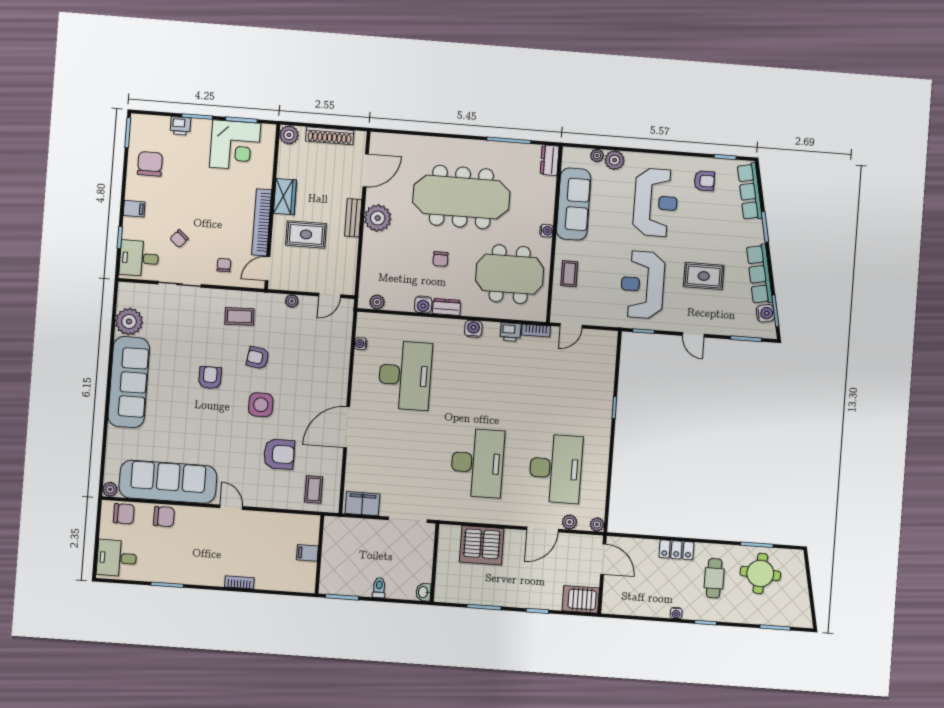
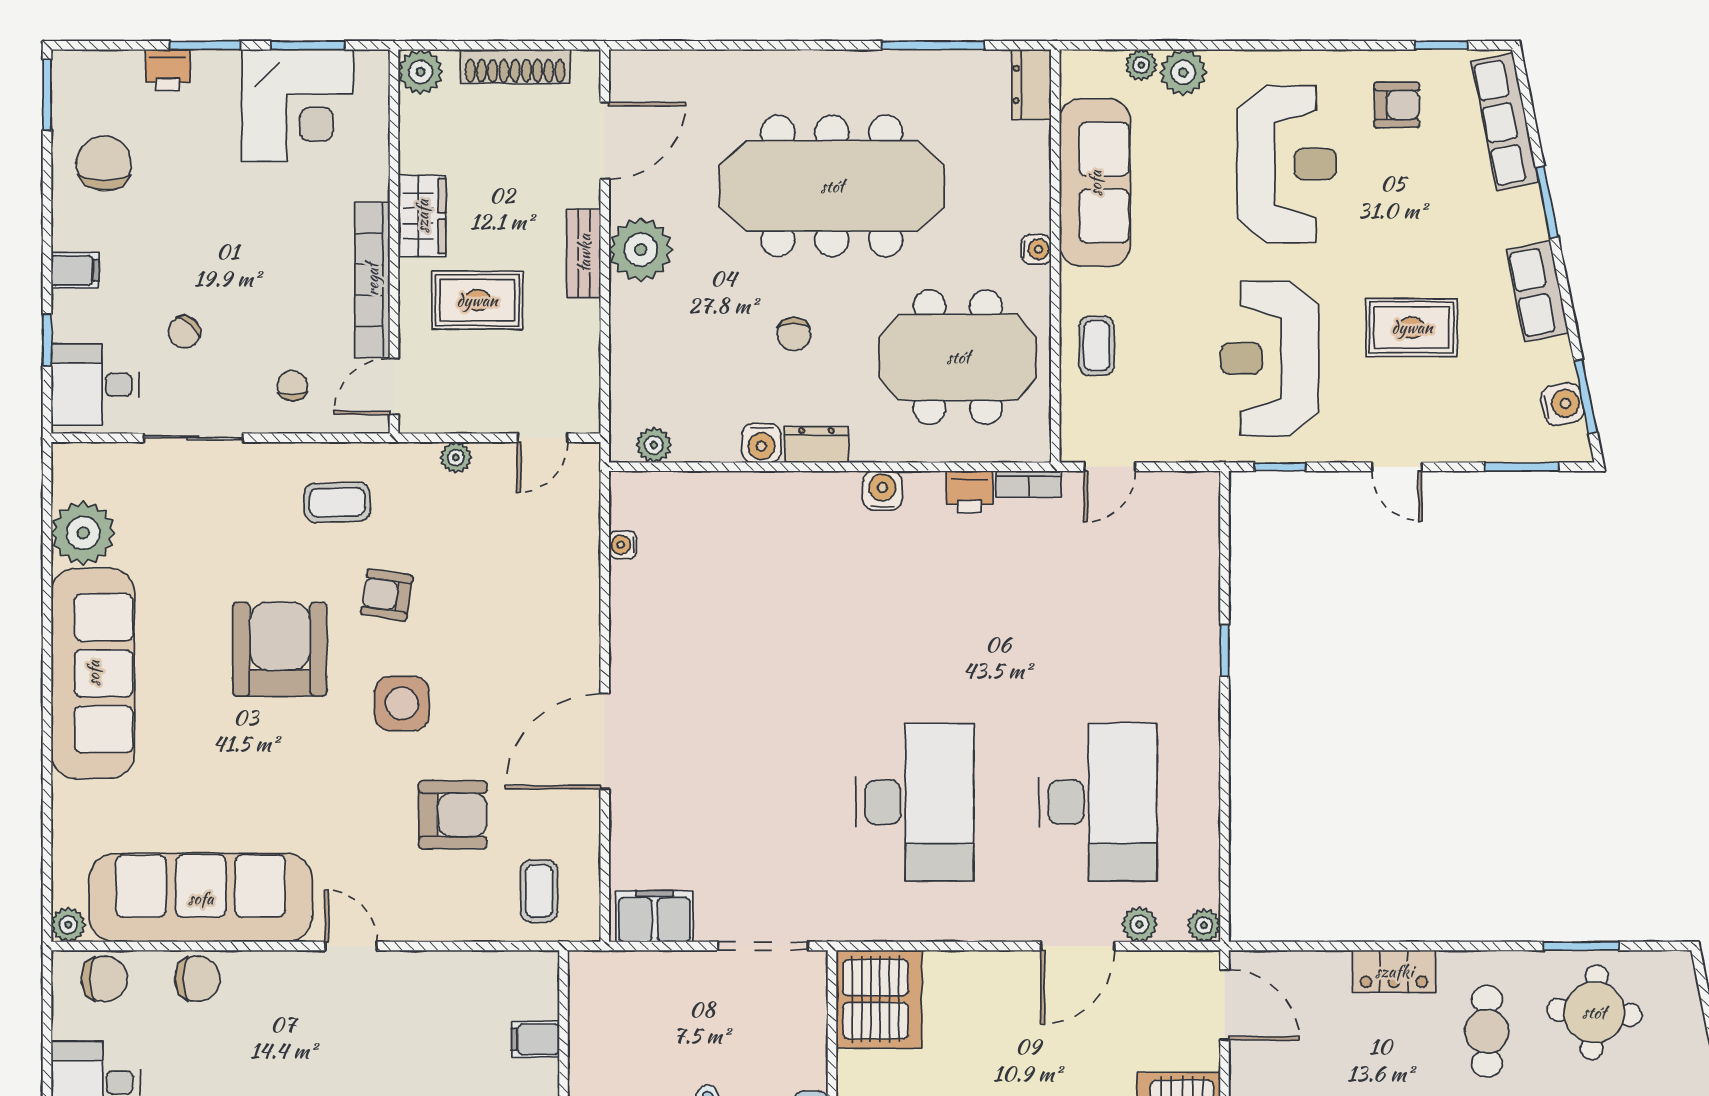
row of seats: (759, 274) -> (1538, 291), width x0.68
desk: (405, 375) -> (731, 611), removed
armchair: (210, 378) -> (280, 649), width x1.88, depth x1.88
server rack: (482, 545) -> (879, 999), moved, turned -90

